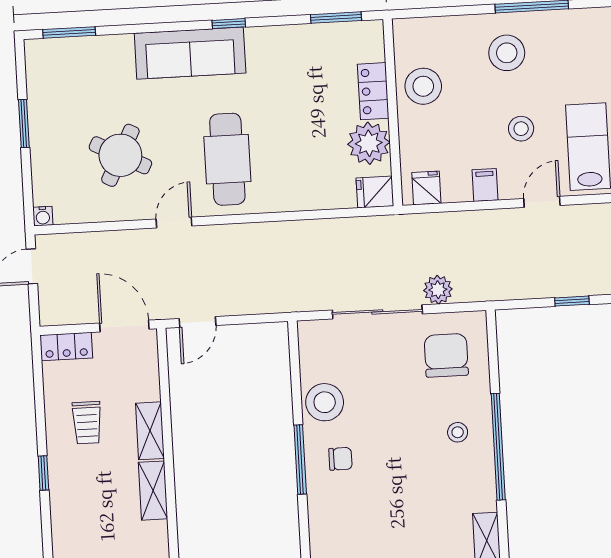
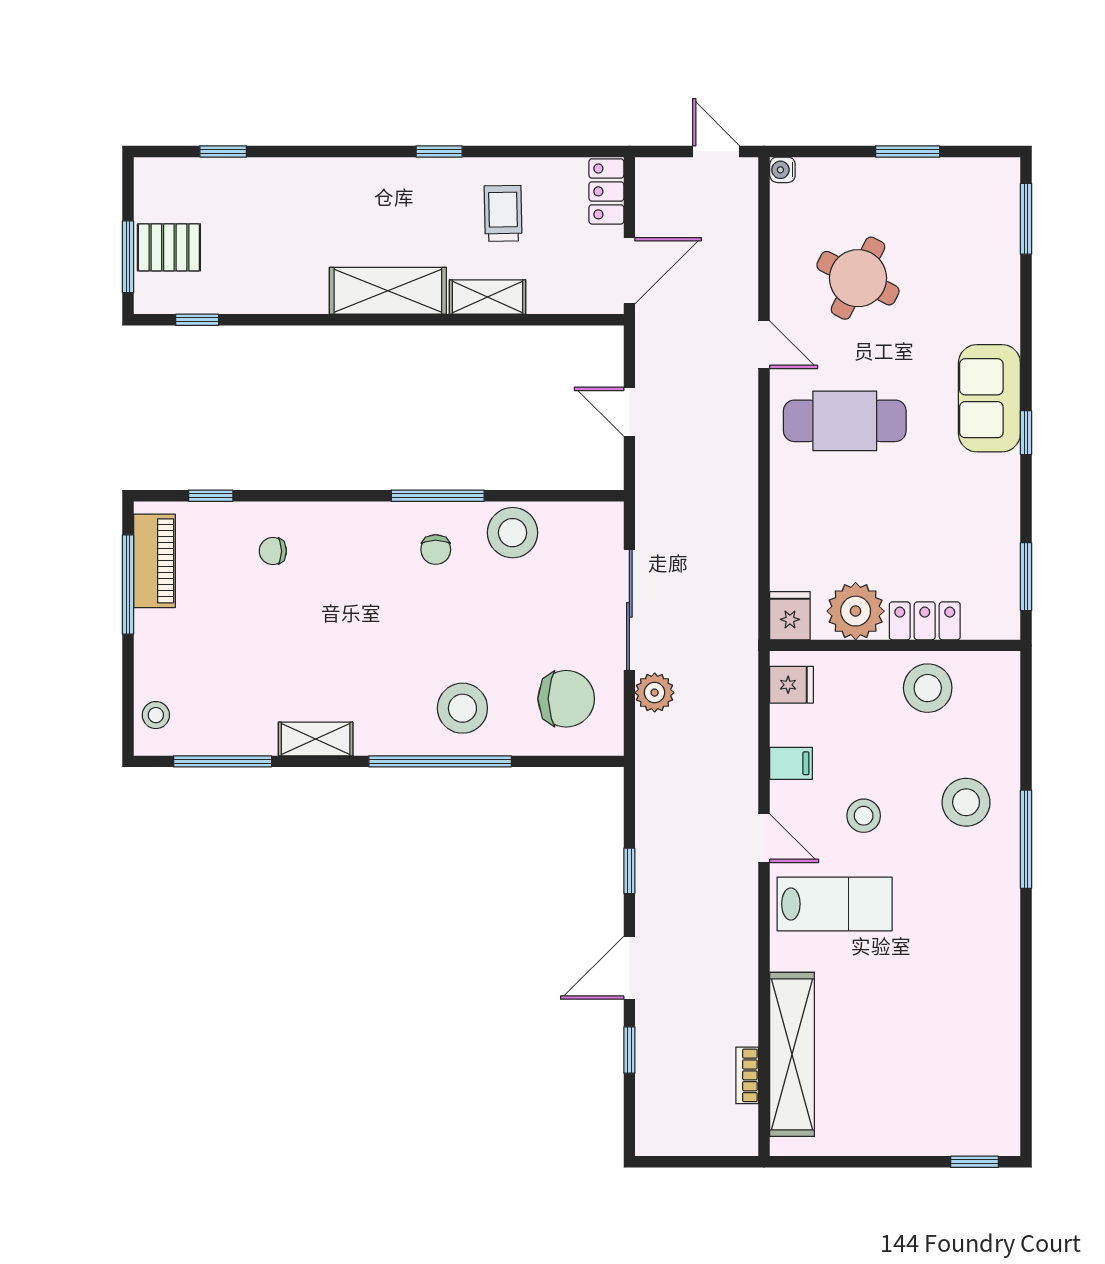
sofa: (190, 53) -> (989, 398), width x0.73
door: (197, 322) -> (629, 412), moved
trolley: (87, 423) -> (503, 213), turned 89
stool: (458, 432) -> (462, 708), width x1.89, depth x1.89
shelving: (153, 491) -> (388, 291), width x1.50, depth x1.33

